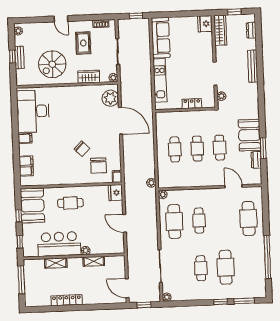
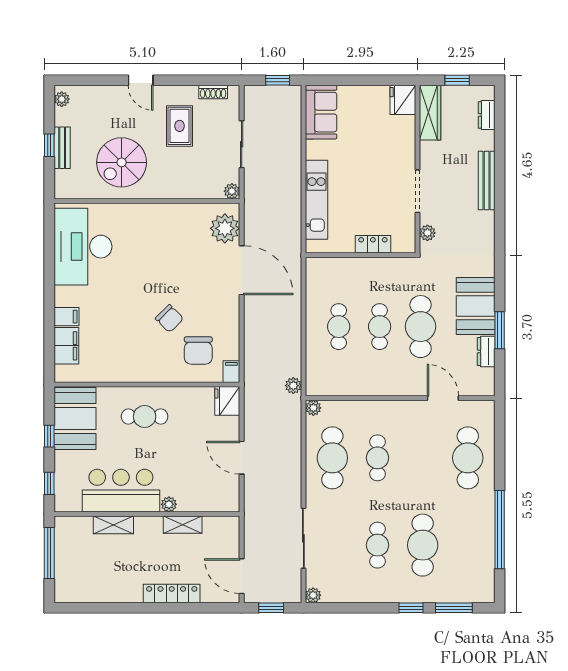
sofa: (161, 38) -> (321, 112), width x0.73
wardrobe: (89, 77) -> (187, 188), removed
filing cabinet: (25, 139) -> (66, 317), moved
cafe table: (220, 148) -> (421, 327), width x1.37, depth x1.35
locker: (66, 300) -> (172, 594), moved

